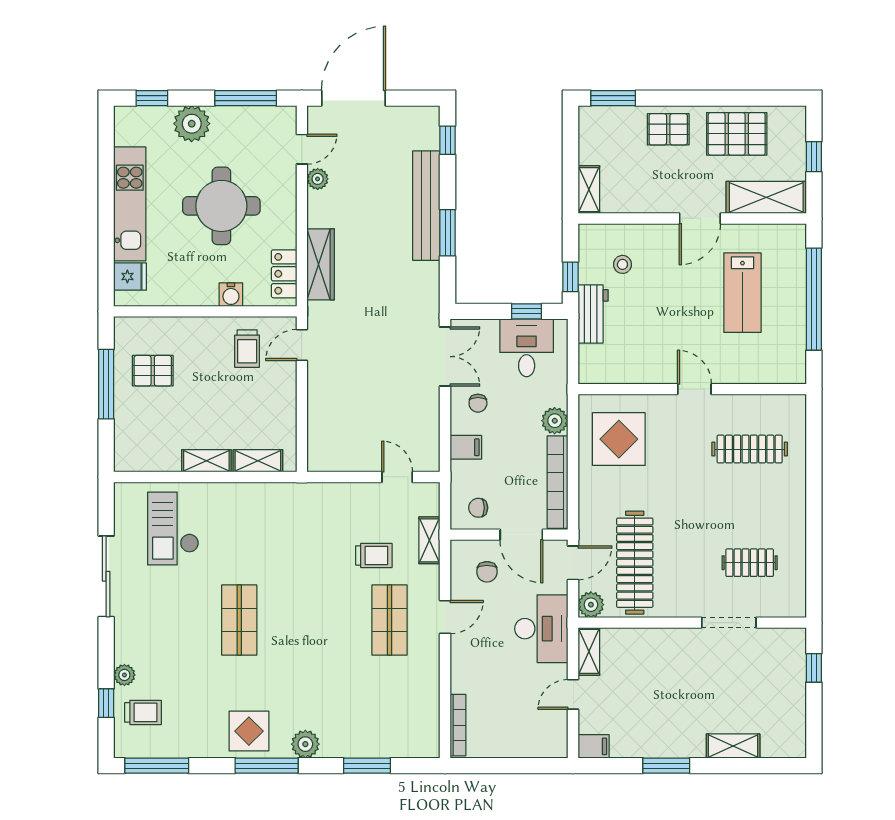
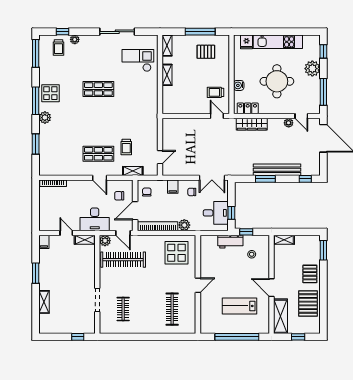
pallet: (153, 371) -> (206, 52), turned 90
shelving: (258, 461) -> (167, 46), moved

